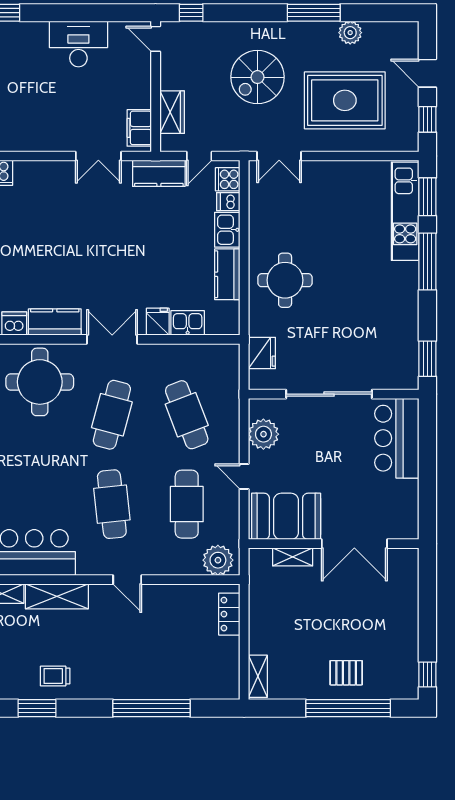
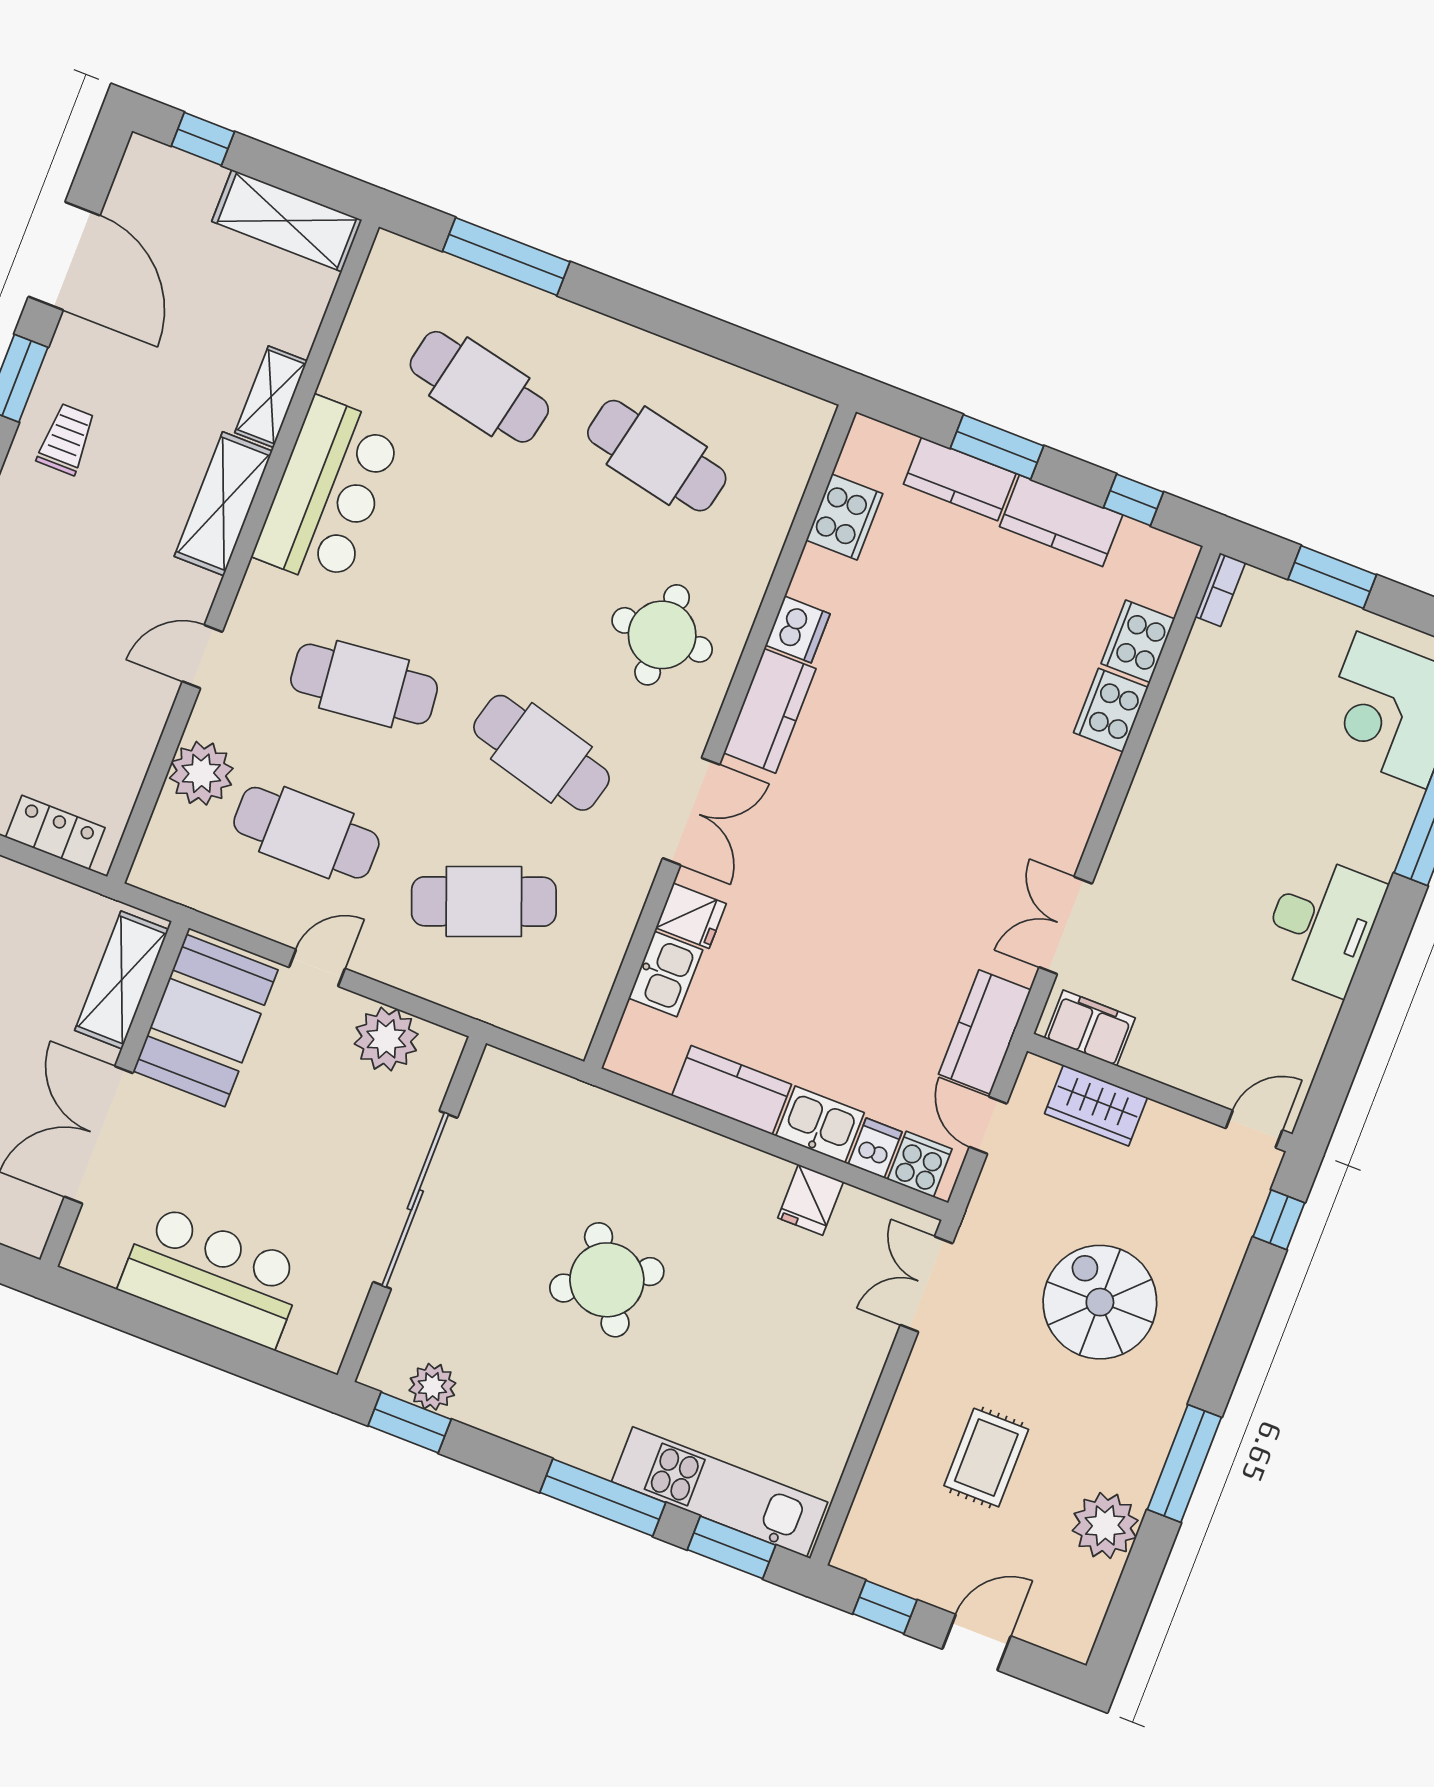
plant: (350, 33) -> (1105, 1525), width x1.36, depth x1.36
desk: (78, 44) -> (1322, 925), moved
rug: (345, 100) -> (986, 1458), width x0.54, depth x0.49
round table: (285, 280) -> (607, 1280), moved, turned -32
fridge: (262, 353) -> (811, 1200), moved, width x0.72
plant: (408, 355) -> (432, 1387), added
round table: (40, 382) -> (662, 635), width x0.73, depth x0.73
bar counter: (397, 438) -> (213, 1276), moved
shelving: (293, 557) -> (122, 980), width x1.50, depth x1.33
plant: (218, 560) -> (201, 773), moved

